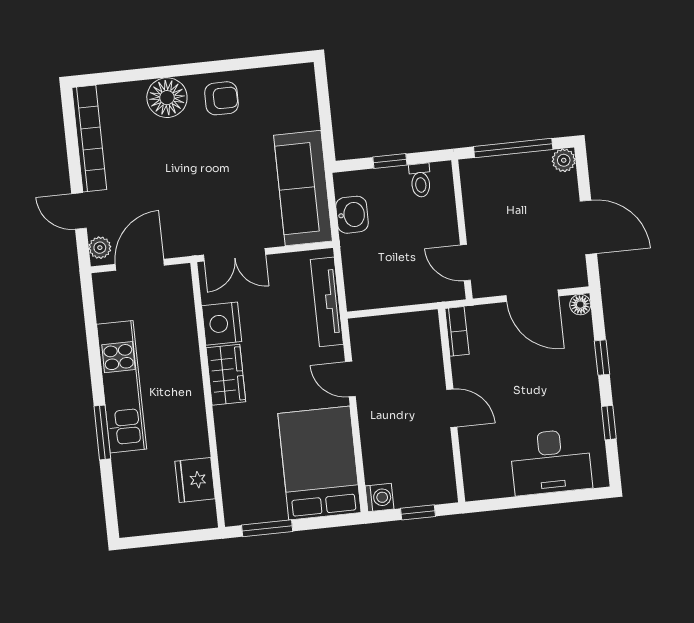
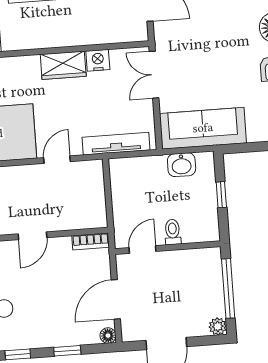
toilet: (420, 180) -> (173, 232), moved, turned 90
nightstand: (222, 324) -> (98, 60), width x0.74, depth x0.75

